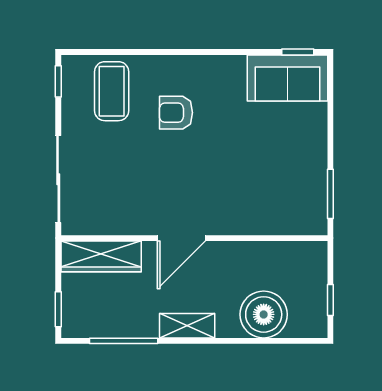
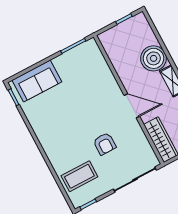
sofa: (288, 78) -> (37, 81), moved, turned 90
armchair: (176, 113) -> (105, 144), moved
boiler: (264, 314) -> (154, 58), moved

